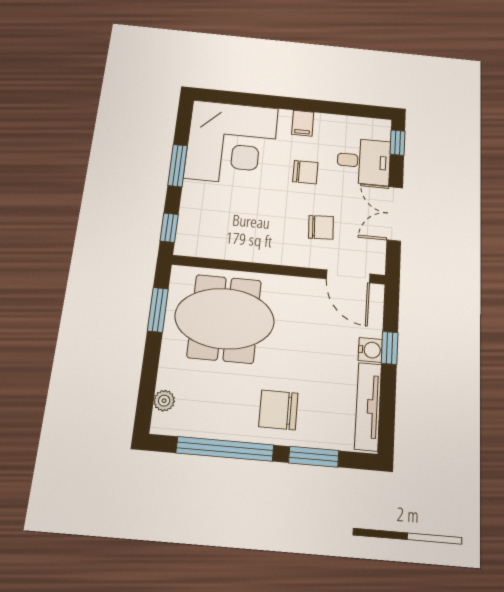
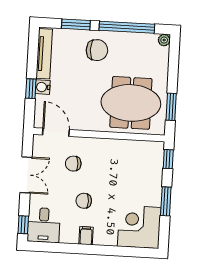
corner desk: (232, 143) -> (139, 227), width x0.74, depth x0.74
desk: (364, 161) -> (44, 225), moved, turned -90
plant: (164, 401) -> (164, 40), moved

